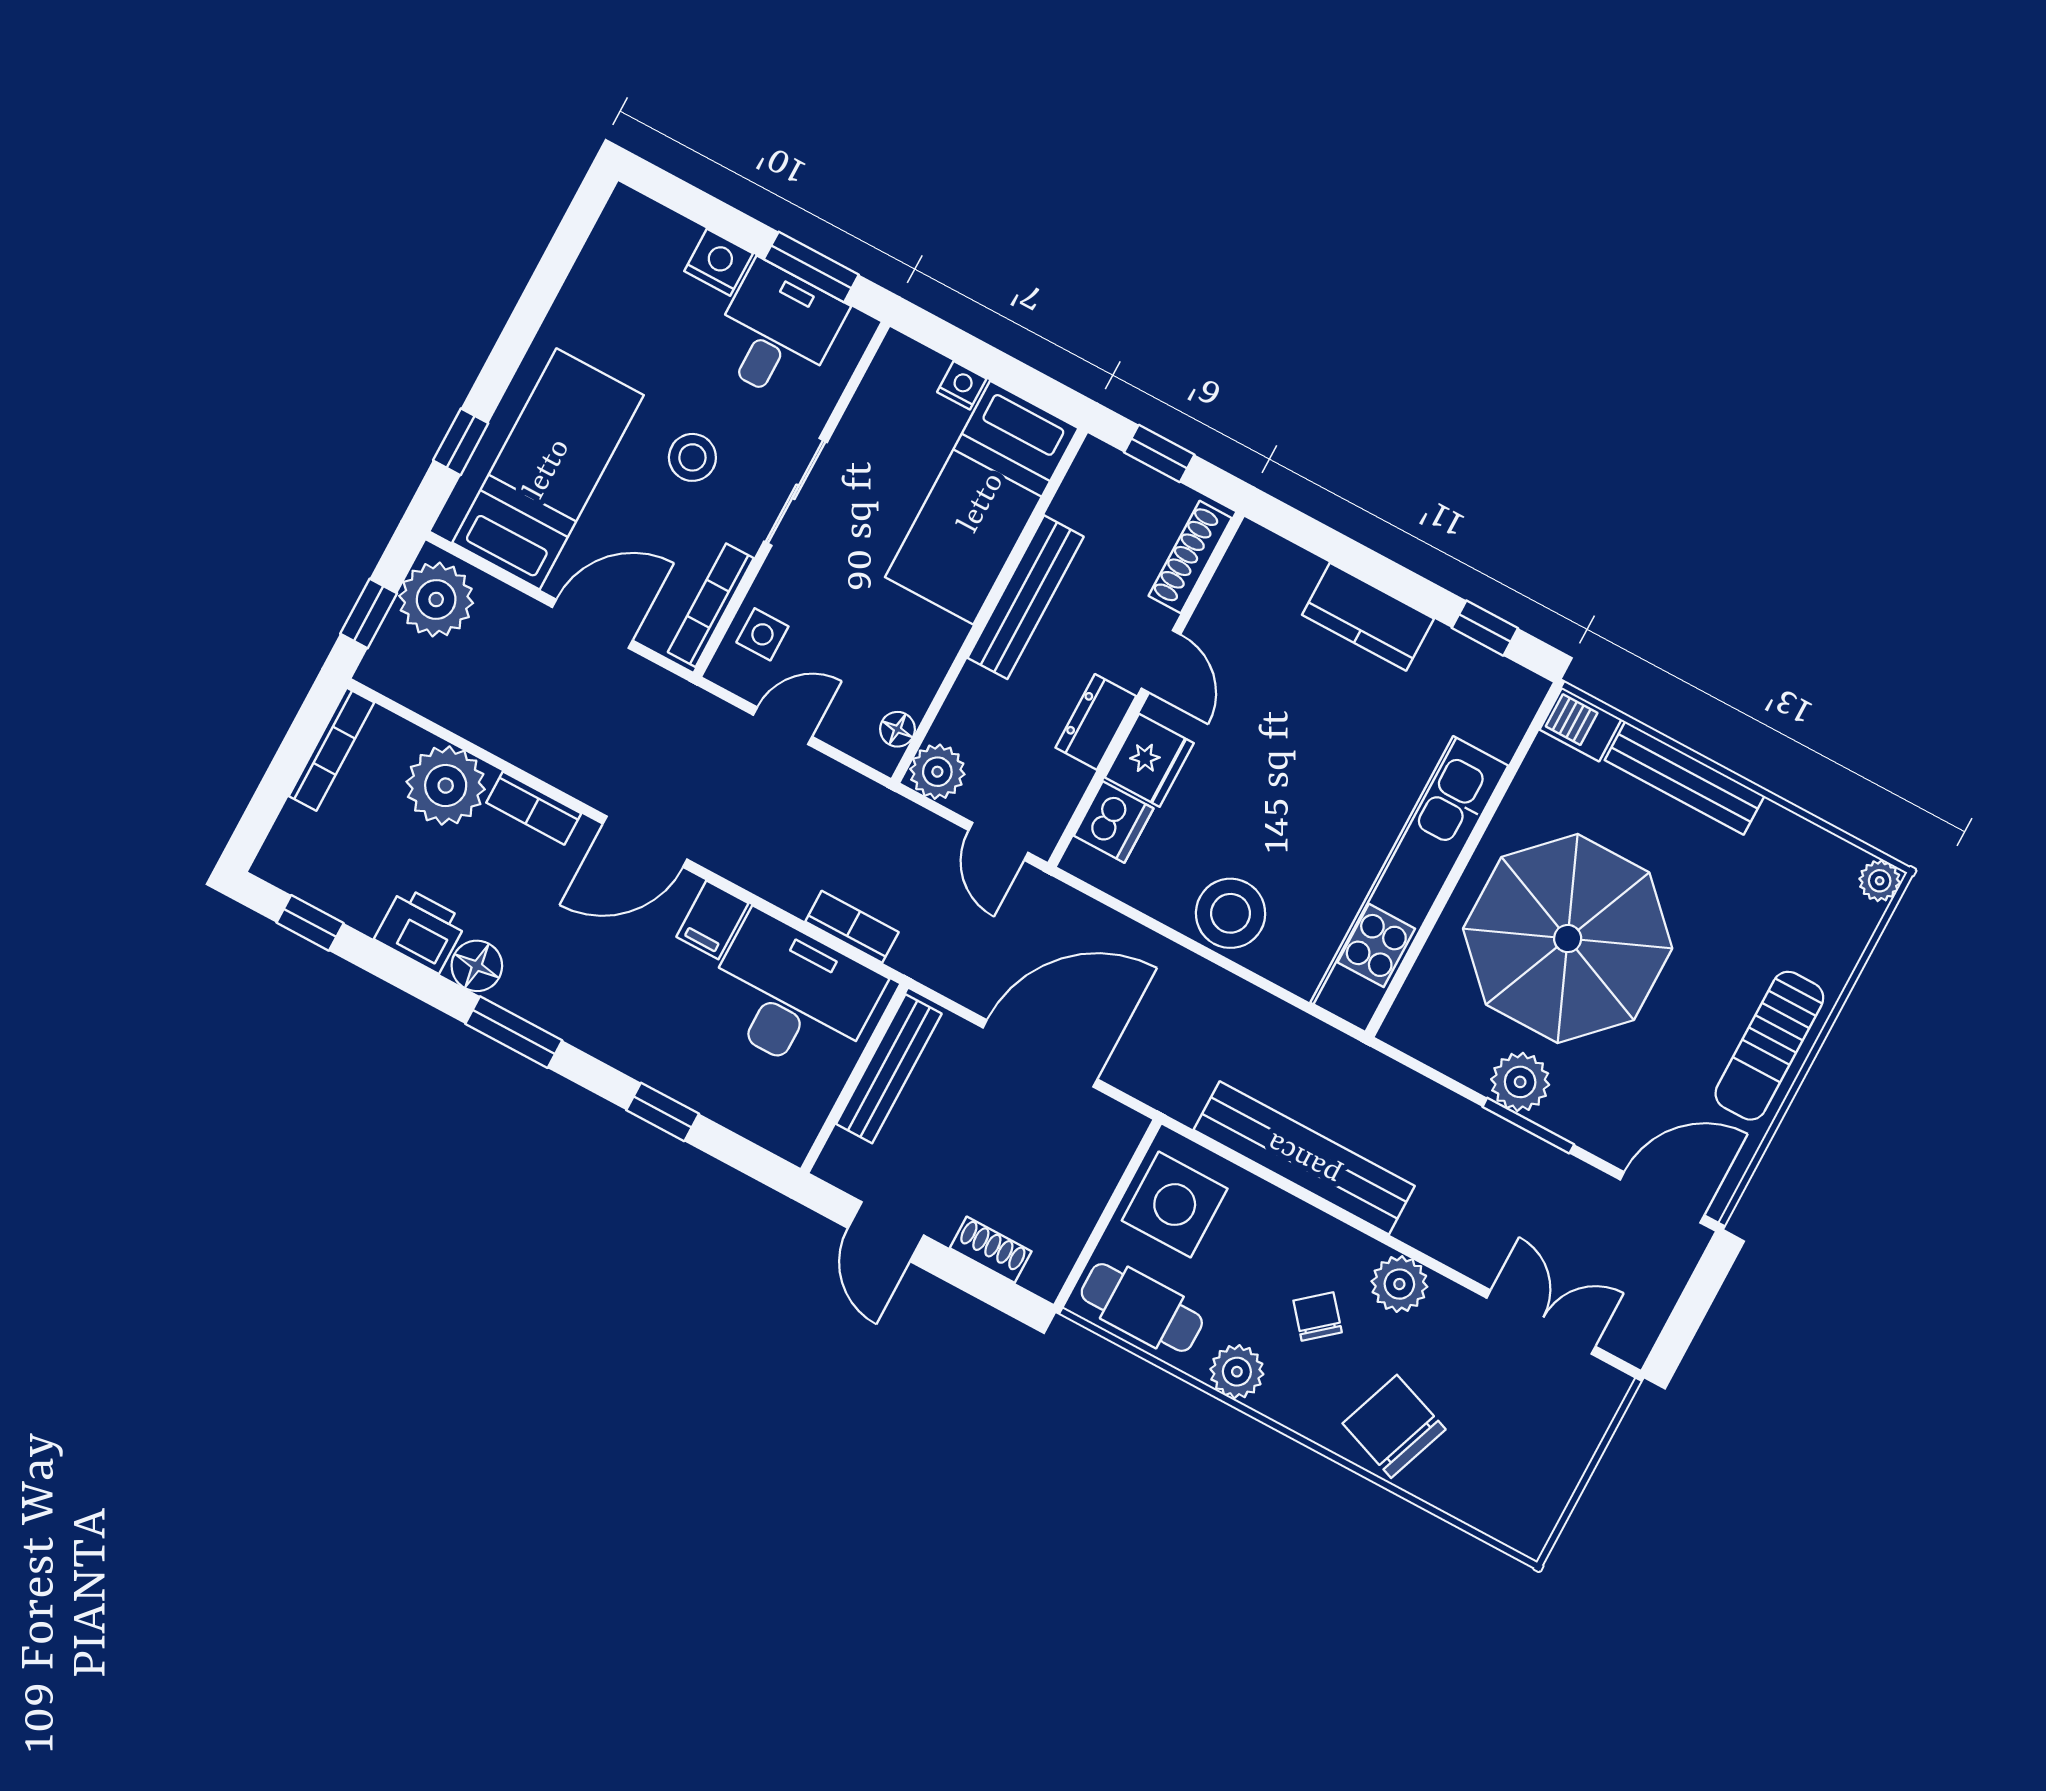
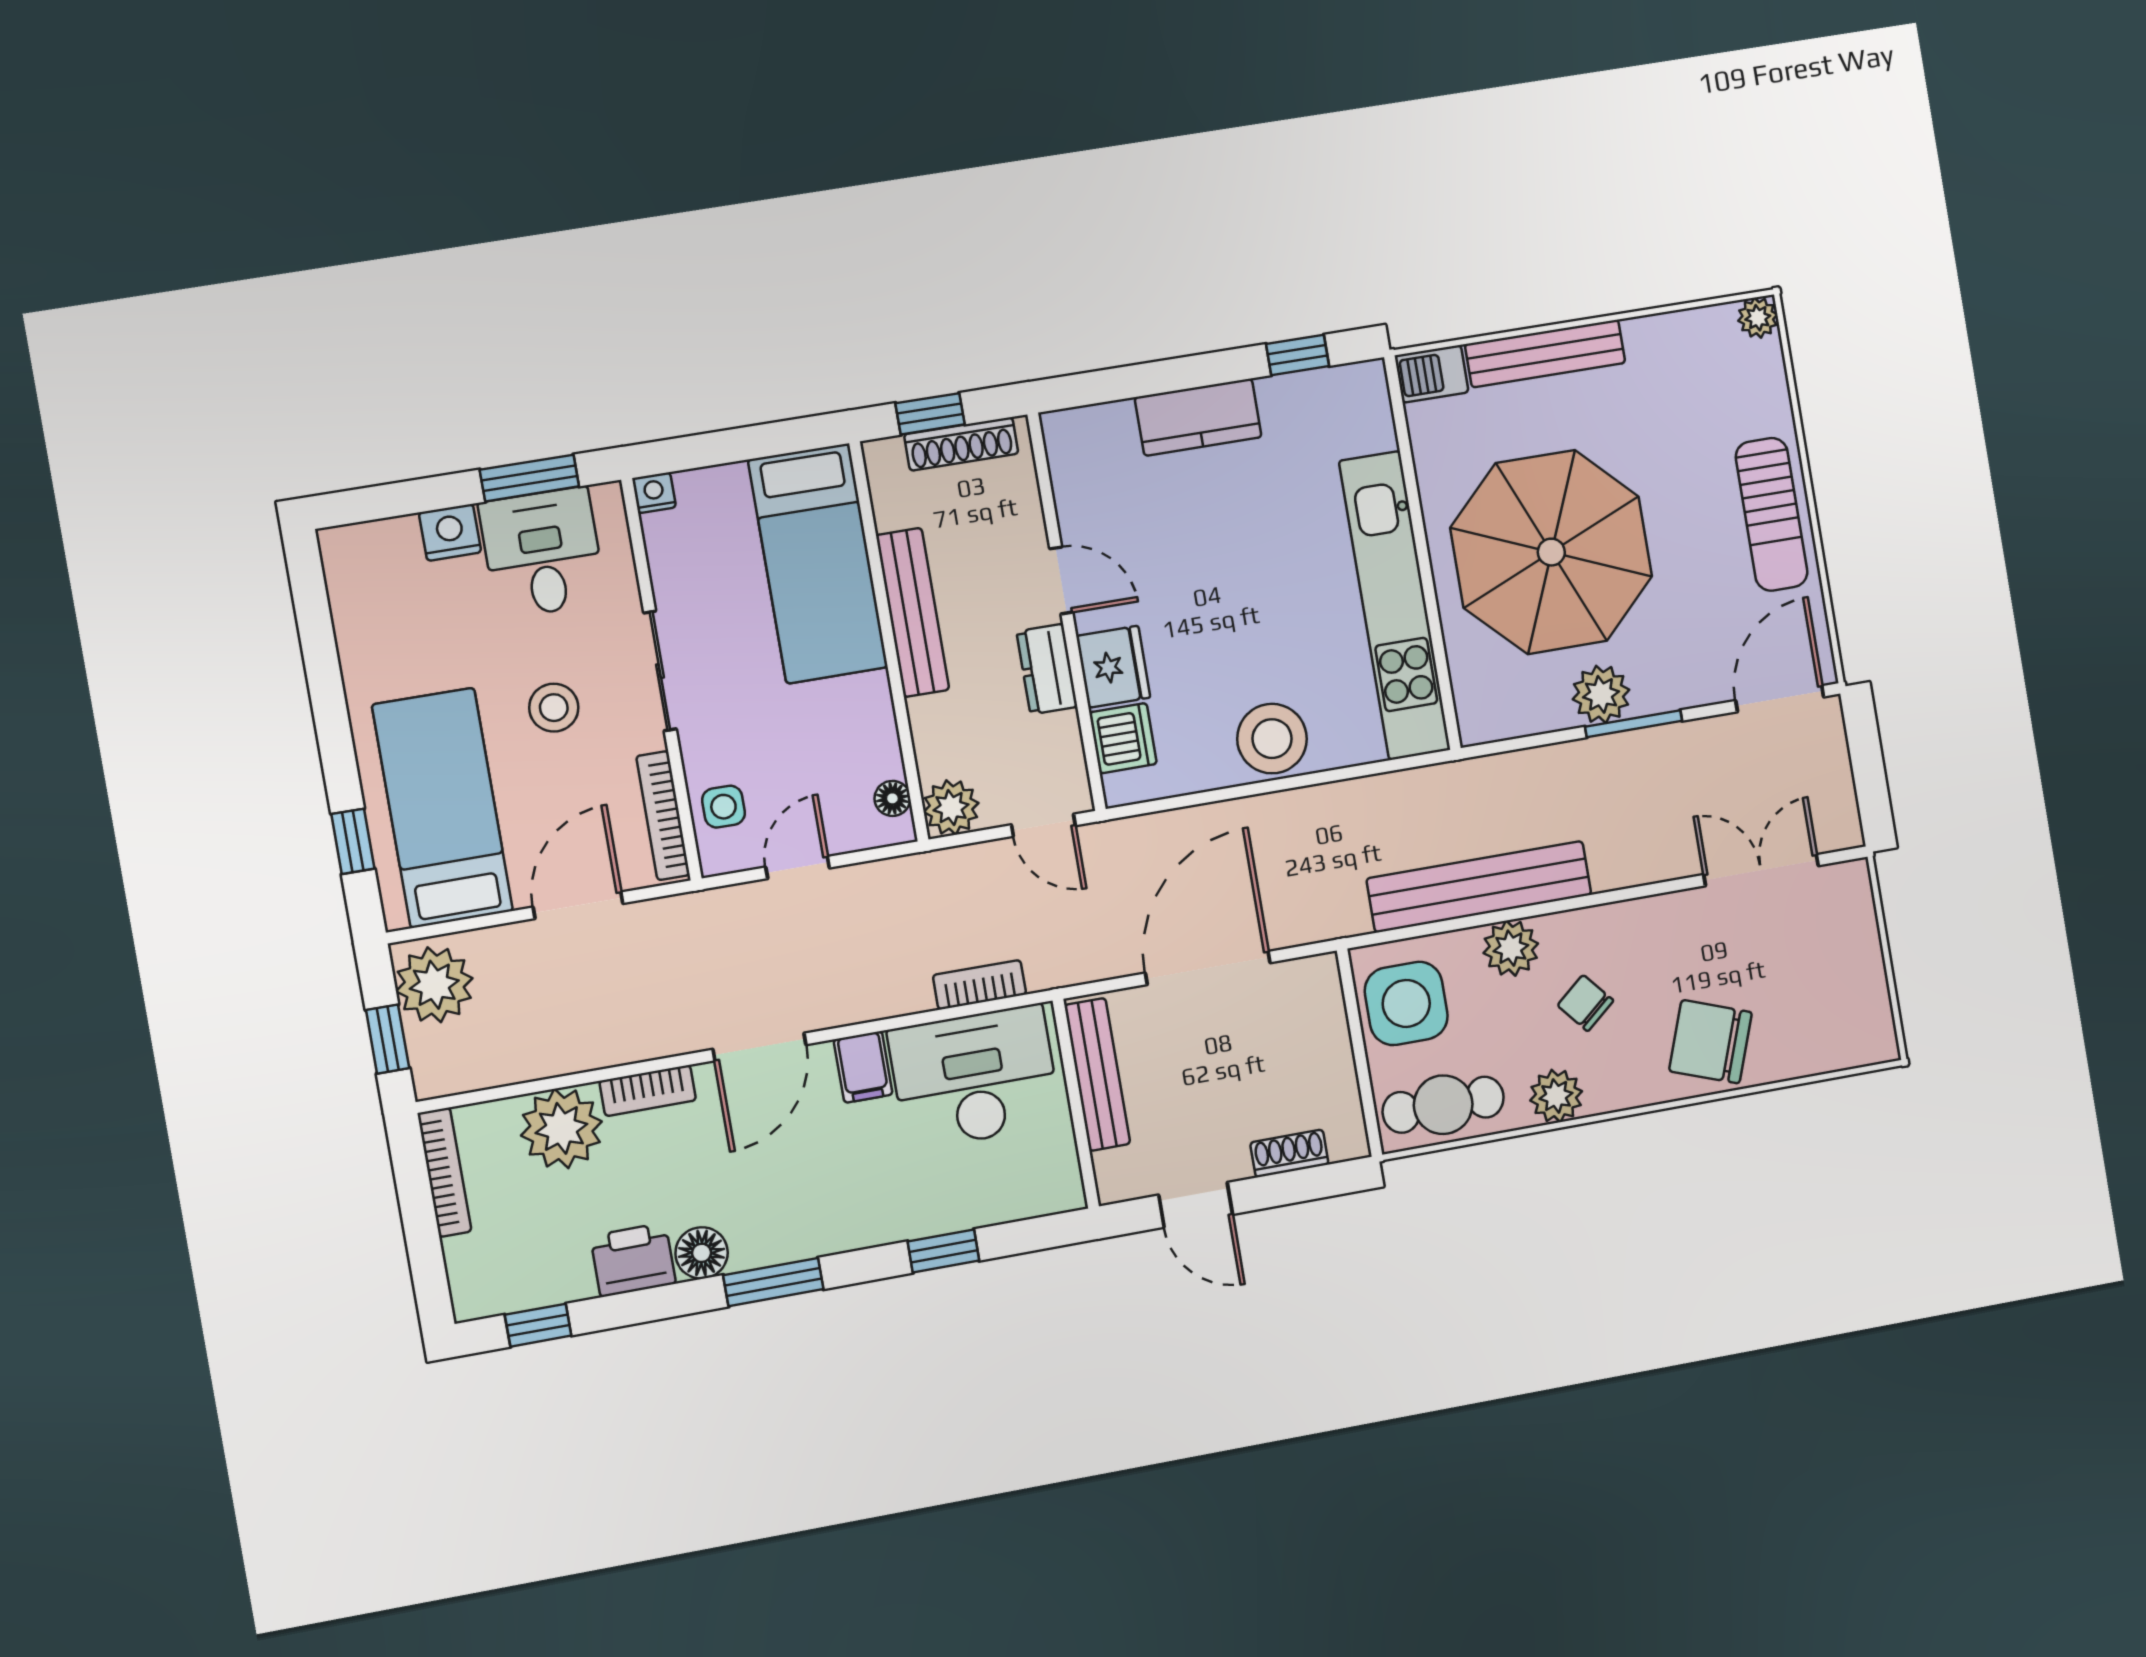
nightstand: (962, 385) -> (654, 493), moved
shoe rack: (1190, 557) -> (961, 444), moved, turned -90
plant: (1399, 1284) -> (1511, 948), moved

